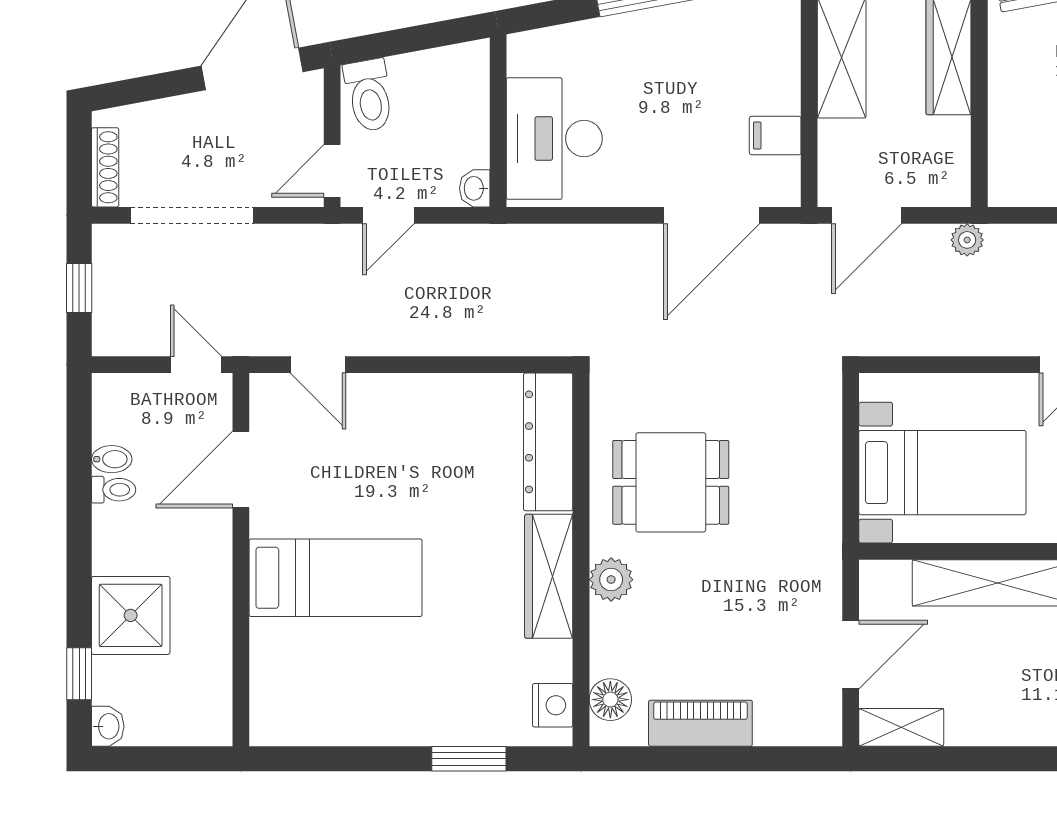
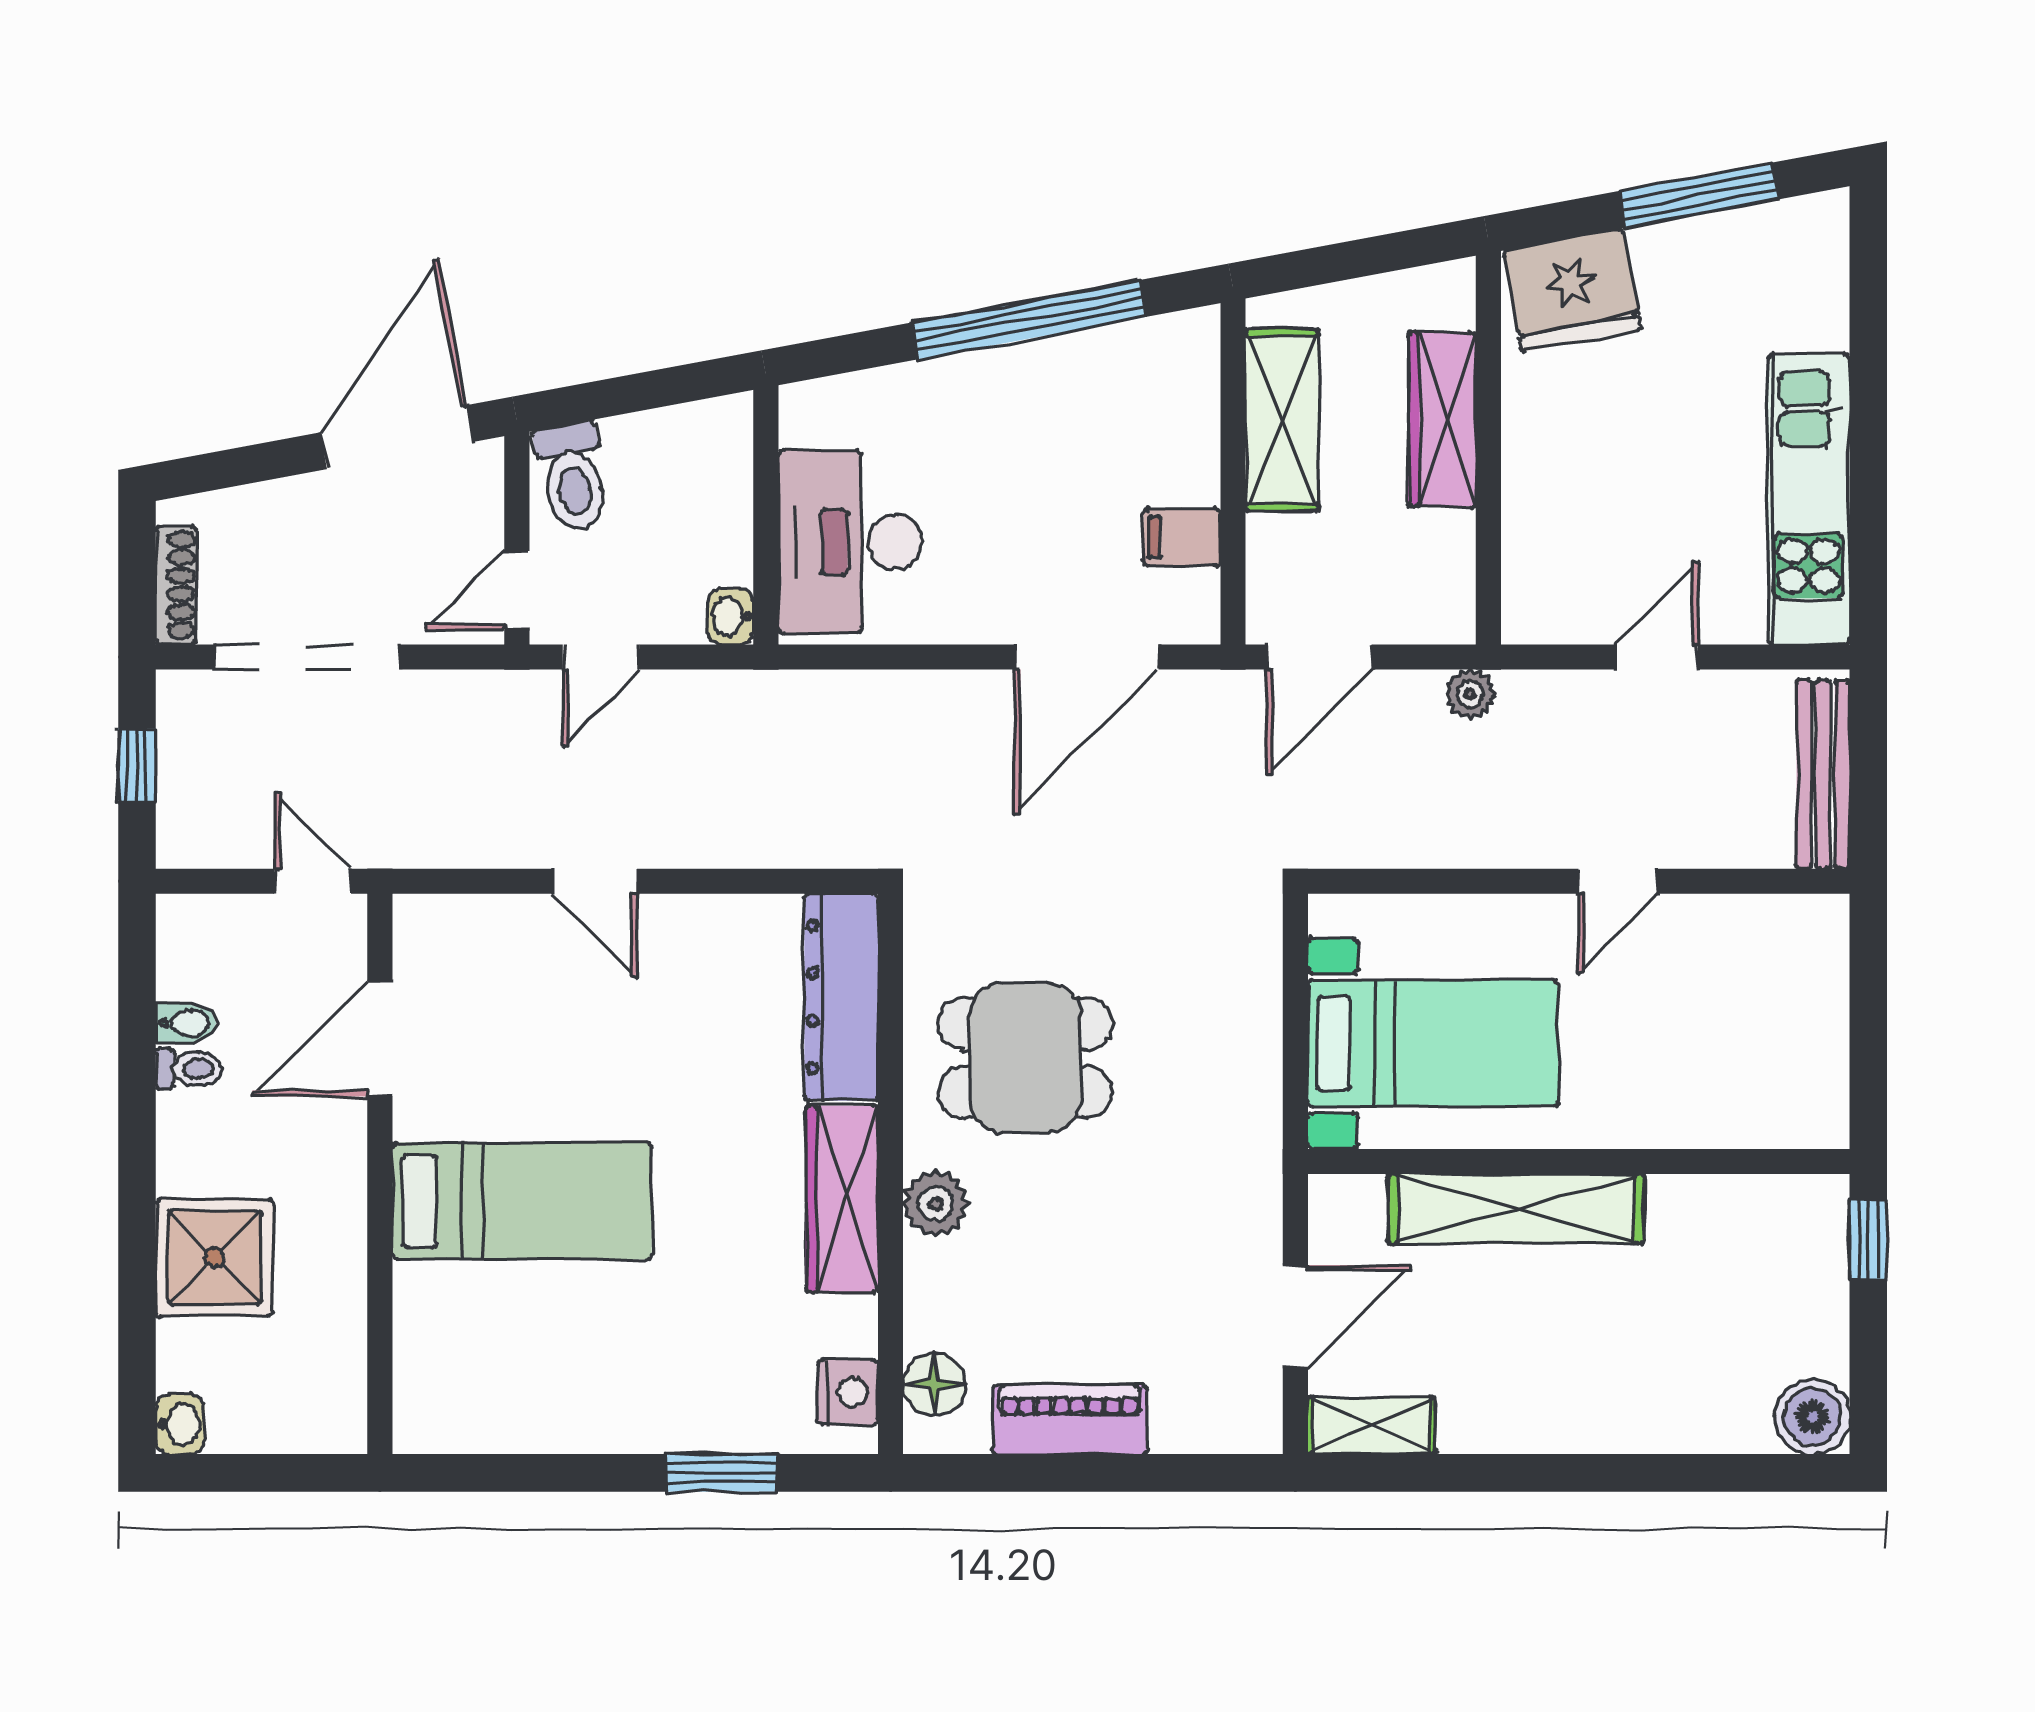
door: (318, 365) -> (595, 881), moved
window: (79, 674) -> (137, 1345), removed

